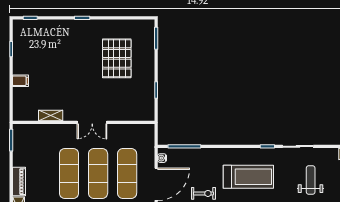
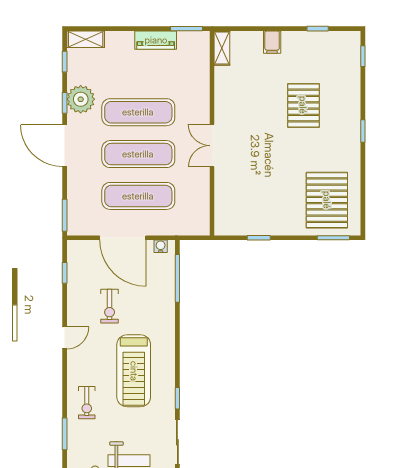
pallet: (117, 58) -> (327, 200), moved, turned 90
pallet: (64, 59) -> (303, 105), added
shelving: (51, 116) -> (222, 48), moved
piano: (19, 182) -> (156, 40), moved

